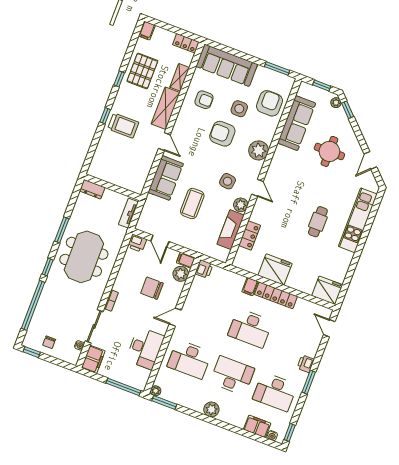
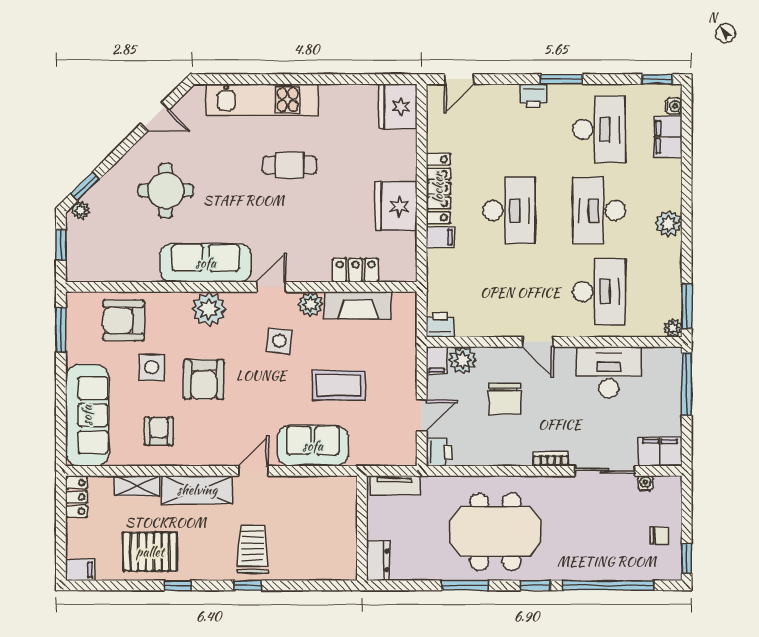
sofa: (297, 123) -> (206, 263), moved

